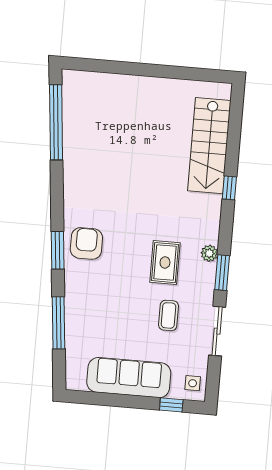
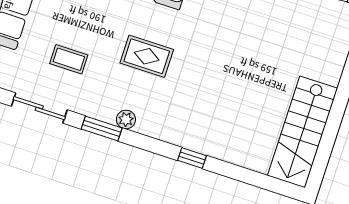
stairs: (209, 146) -> (302, 132), moved, turned -90
rug: (165, 263) -> (147, 56), moved

